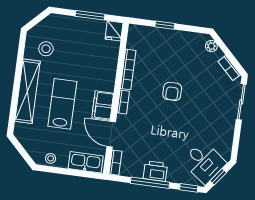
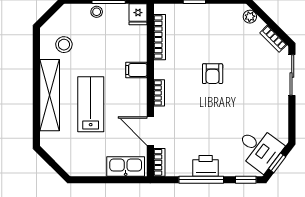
bookcase: (128, 69) -> (160, 37), moved
filing cabinet: (103, 106) -> (136, 70), moved, width x0.50
stool: (51, 158) -> (97, 12), moved

